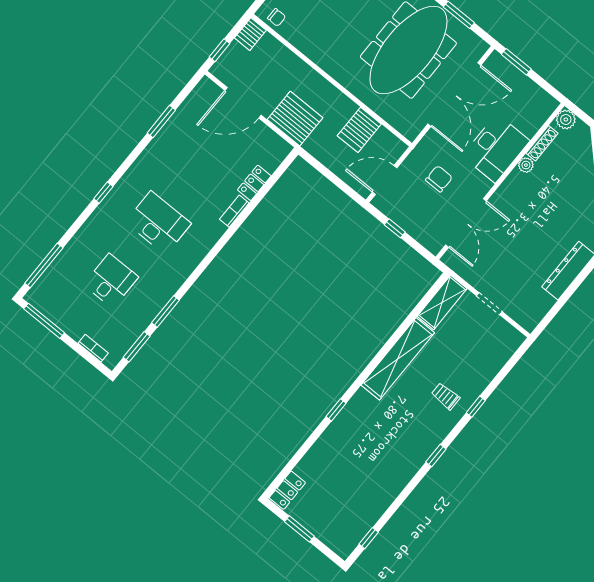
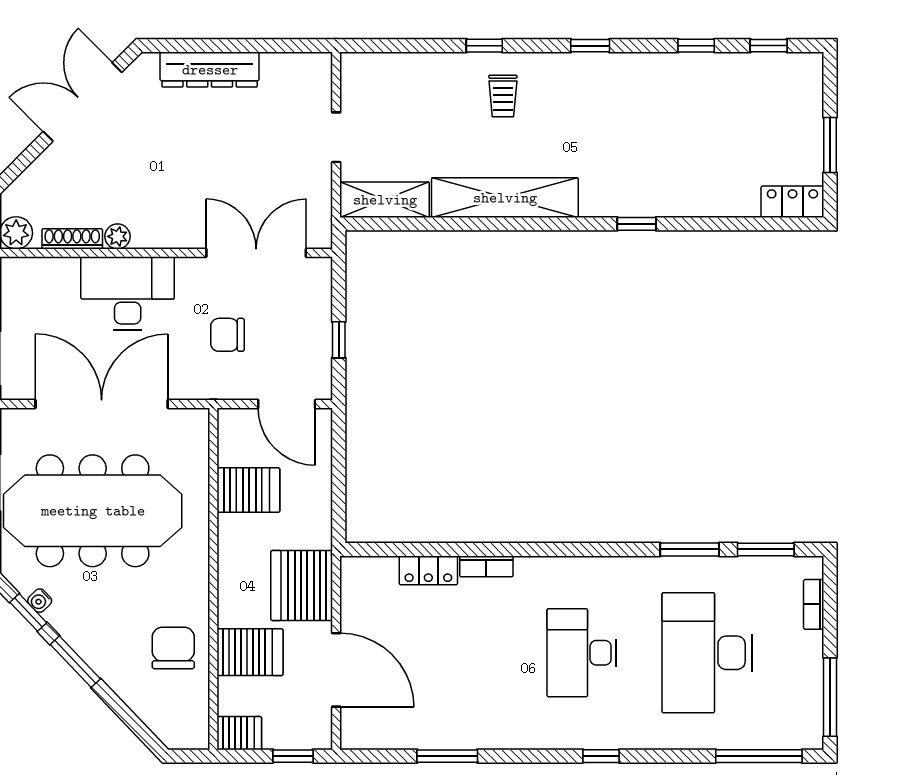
chair: (277, 17) -> (173, 648), moved, width x1.87, depth x1.87
server rack: (284, 70) -> (250, 652), added
desk: (111, 281) -> (707, 653), width x1.87, depth x1.30
window: (396, 505) -> (696, 46), added

